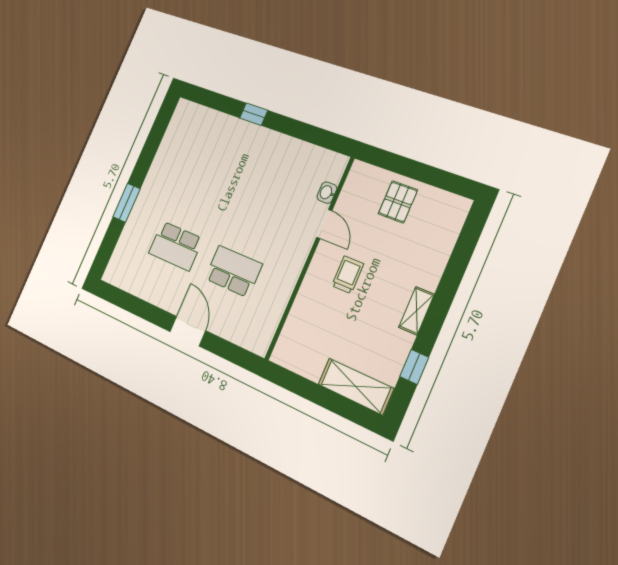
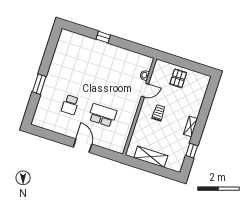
door: (324, 224) -> (145, 90), hinge flipped
school desk: (176, 246) -> (70, 105), width x0.54
shelving: (356, 386) -> (151, 157), moved

